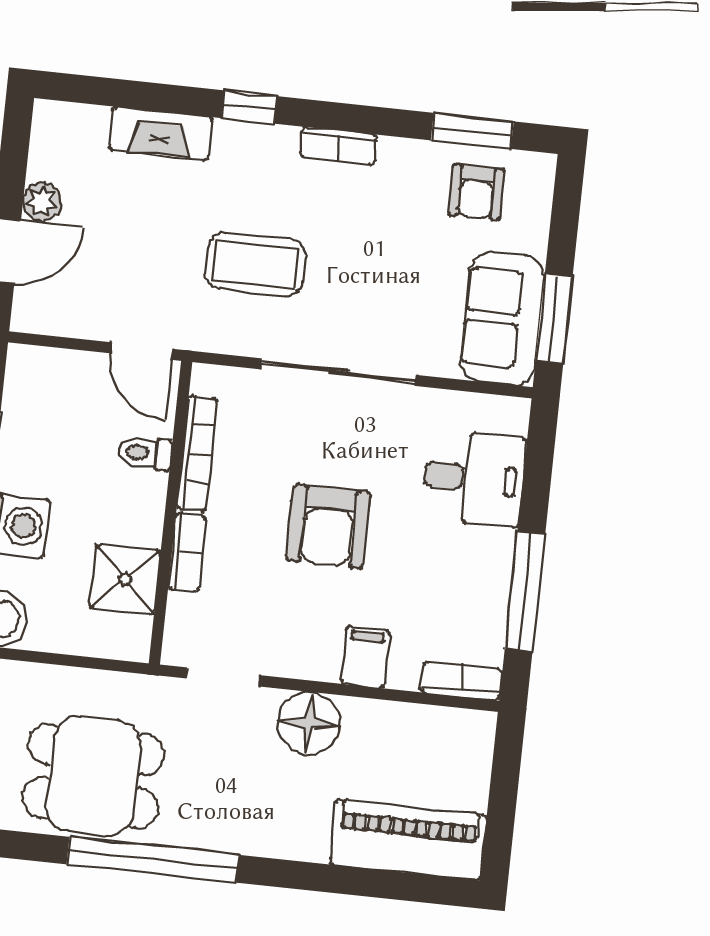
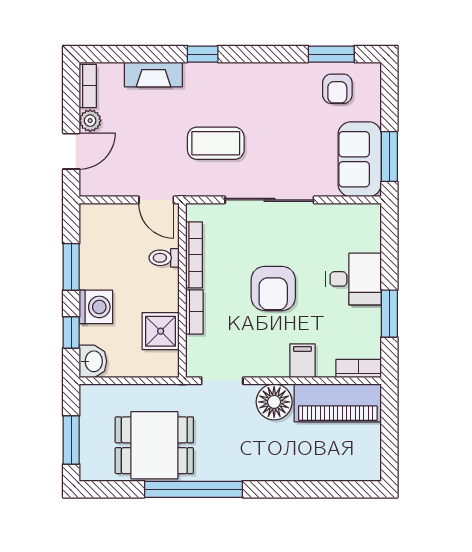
bookcase: (338, 146) -> (88, 86), moved, turned -90
desk: (474, 479) -> (353, 279), moved
window: (525, 591) -> (389, 314), width x0.69
piano: (408, 840) -> (338, 403), moved, turned 180

